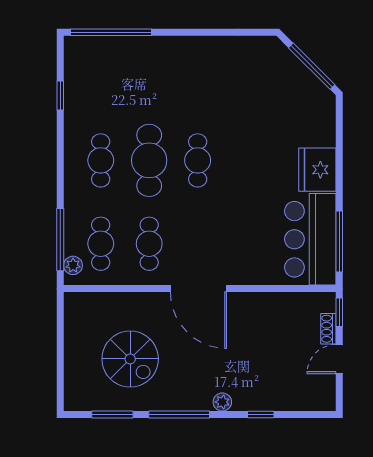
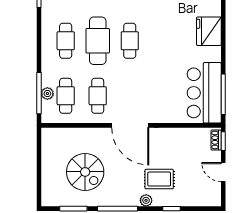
fridge: (317, 170) -> (209, 31), moved
plant: (73, 265) -> (47, 94), moved
shoe rack: (328, 329) -> (216, 140), moved
door: (339, 359) -> (223, 172), hinge flipped
rug: (242, 370) -> (159, 179), added

